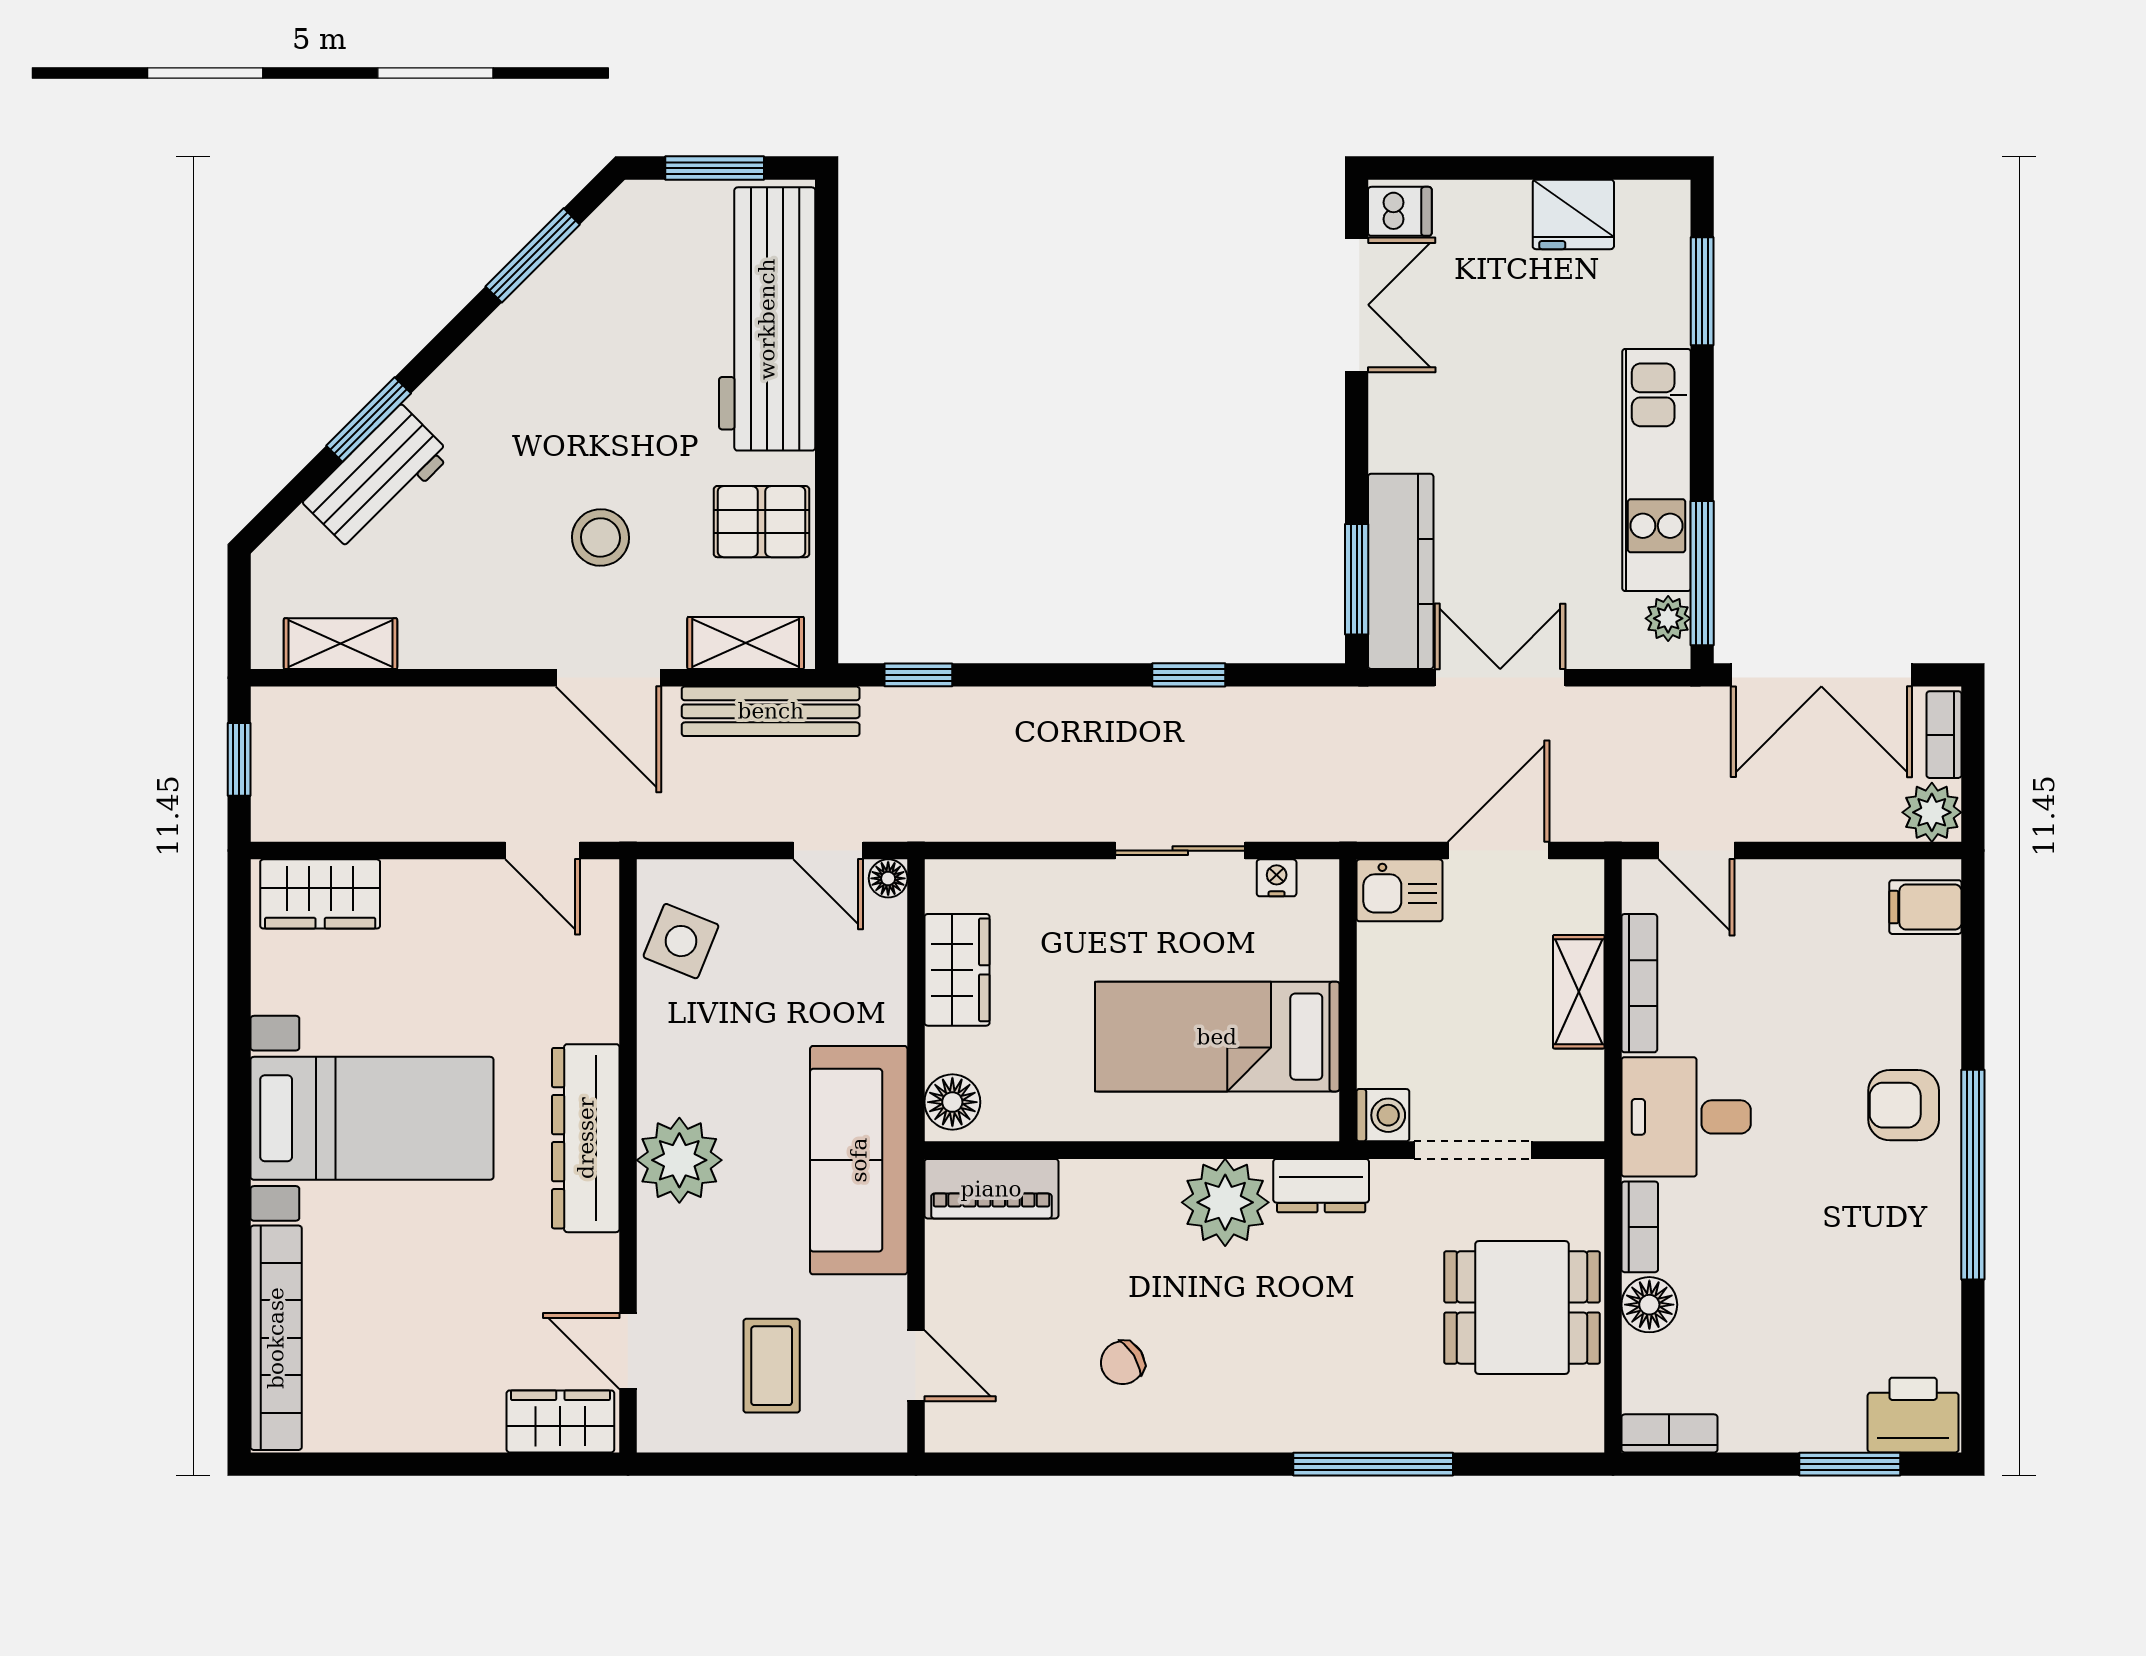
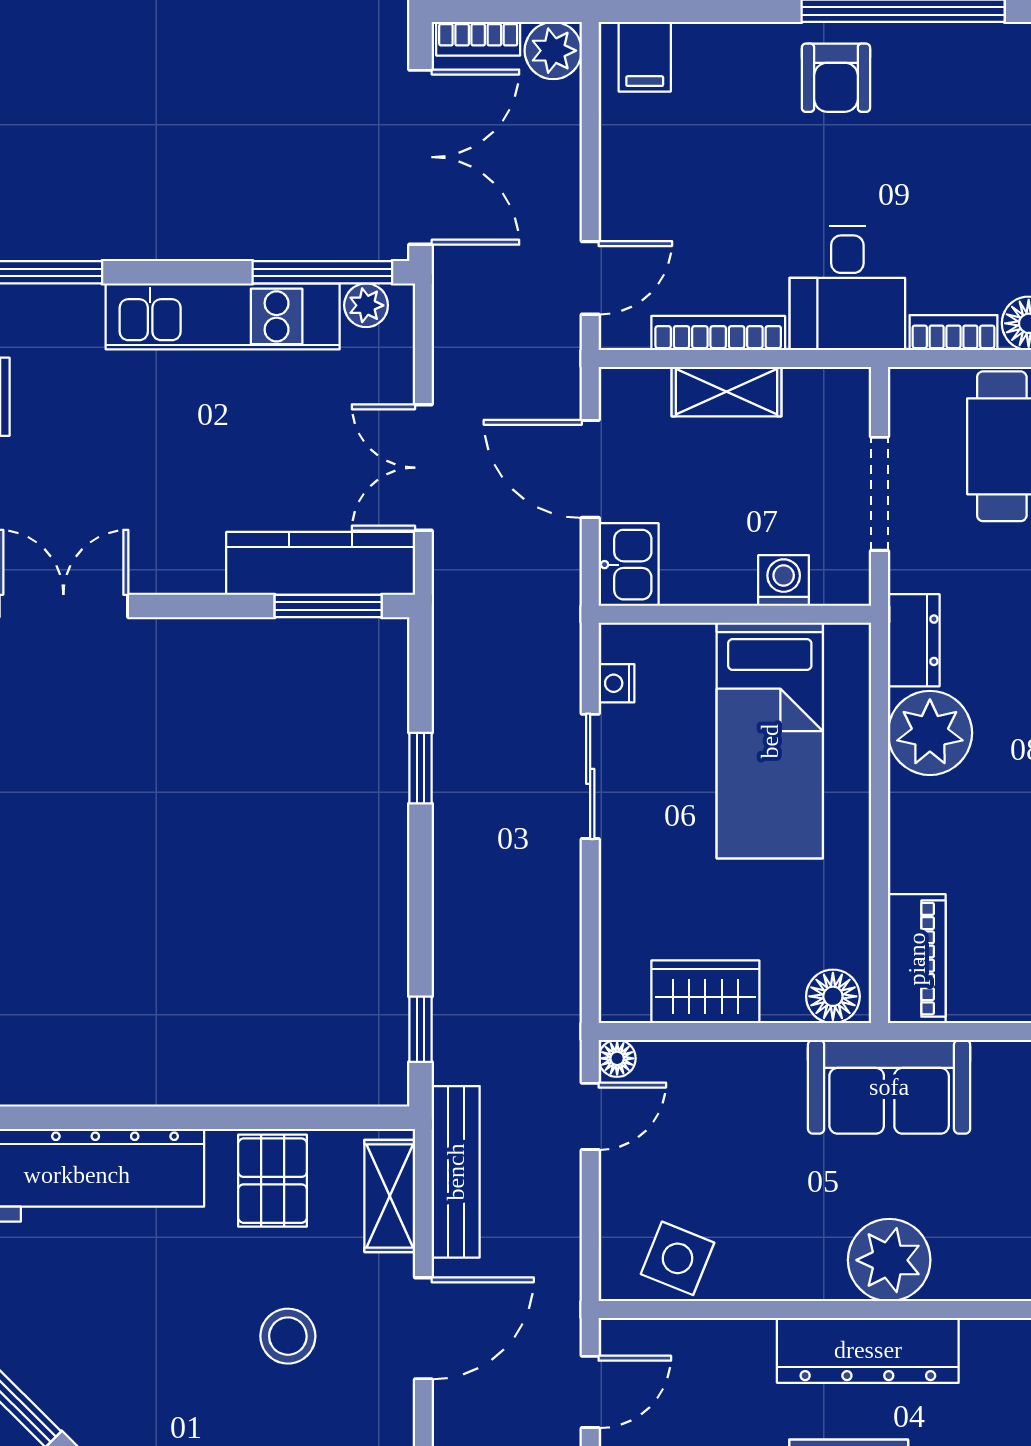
washing machine: (1383, 1115) -> (784, 581), moved
sofa: (859, 1160) -> (889, 1087), width x0.73

